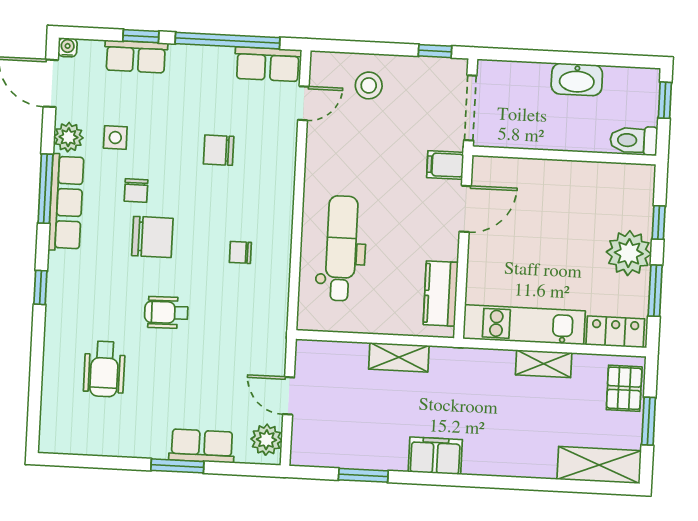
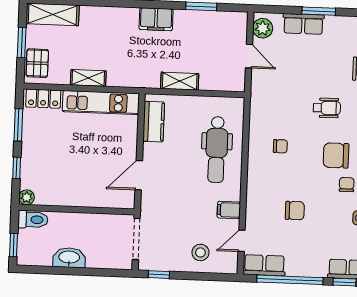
filing cabinet: (445, 165) -> (229, 210), moved, turned 180
plant: (629, 253) -> (27, 197), moved, width x0.53, depth x0.53

